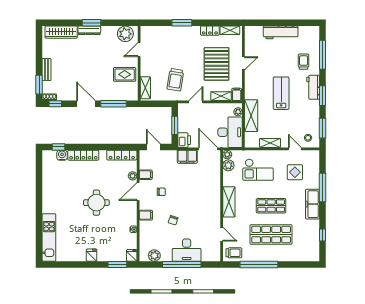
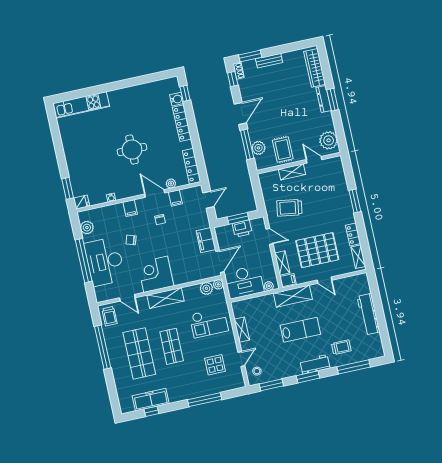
shelving: (145, 88) -> (292, 172), moved
plant: (119, 95) -> (259, 148), added
shelving: (251, 116) -> (293, 296), moved
printer: (184, 140) -> (242, 228), moved
checkout: (258, 170) -> (209, 323), turned -90
freezer: (312, 204) -> (151, 400), moved
corner desk: (207, 206) -> (156, 274), added
door: (222, 234) -> (127, 298), hinge flipped
desk: (187, 250) -> (105, 262), width x1.36, depth x1.30
fridge: (92, 255) -> (72, 157), removed

